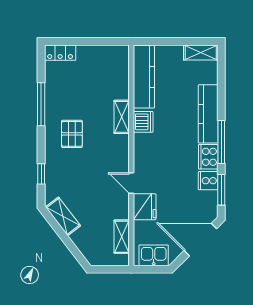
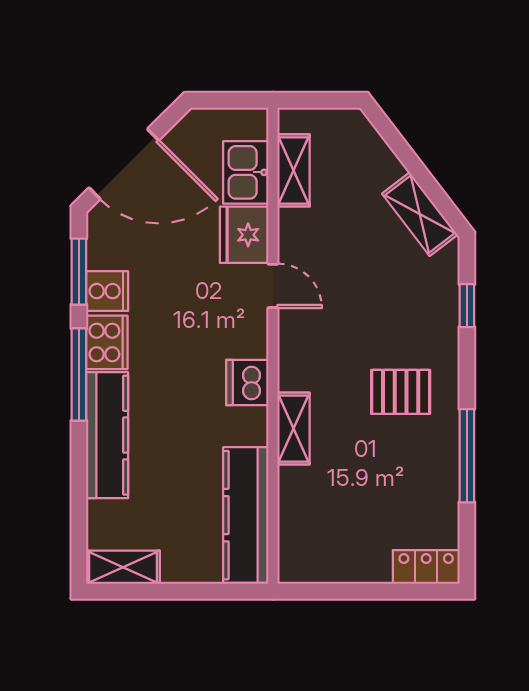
dishwasher: (143, 122) -> (247, 383), moved
pallet: (72, 134) -> (401, 392), turned 90
kitchen sink: (154, 255) -> (246, 172), moved, turned 90

